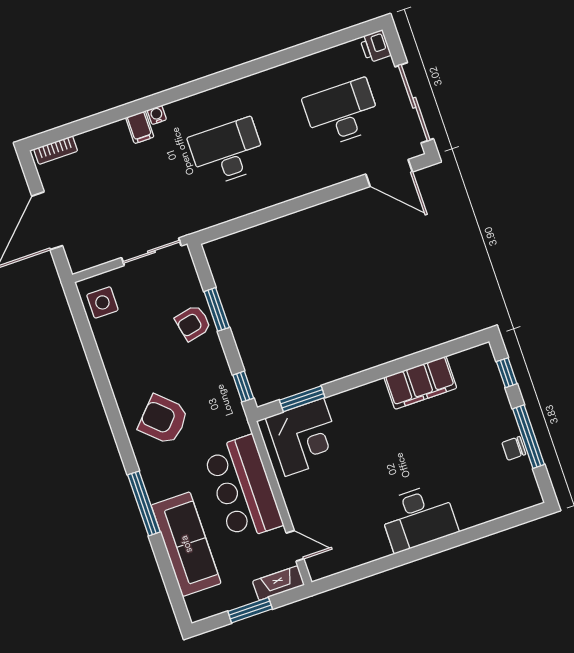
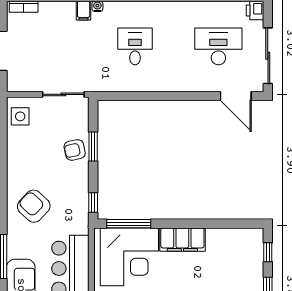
desk: (227, 152) -> (135, 46), width x0.73
filing cabinet: (420, 383) -> (182, 240), moved
window: (302, 399) -> (129, 224), width x1.44
corner desk: (304, 437) -> (129, 257), width x1.36, depth x1.36

